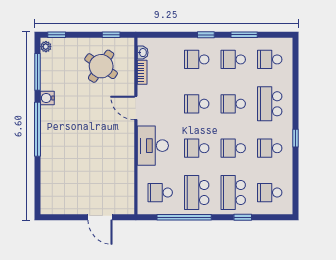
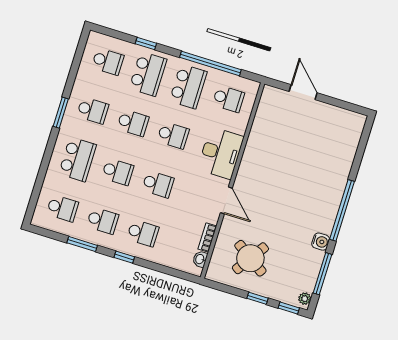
window: (111, 35) -> (257, 298), moved
window: (295, 138) -> (61, 113), width x1.50

